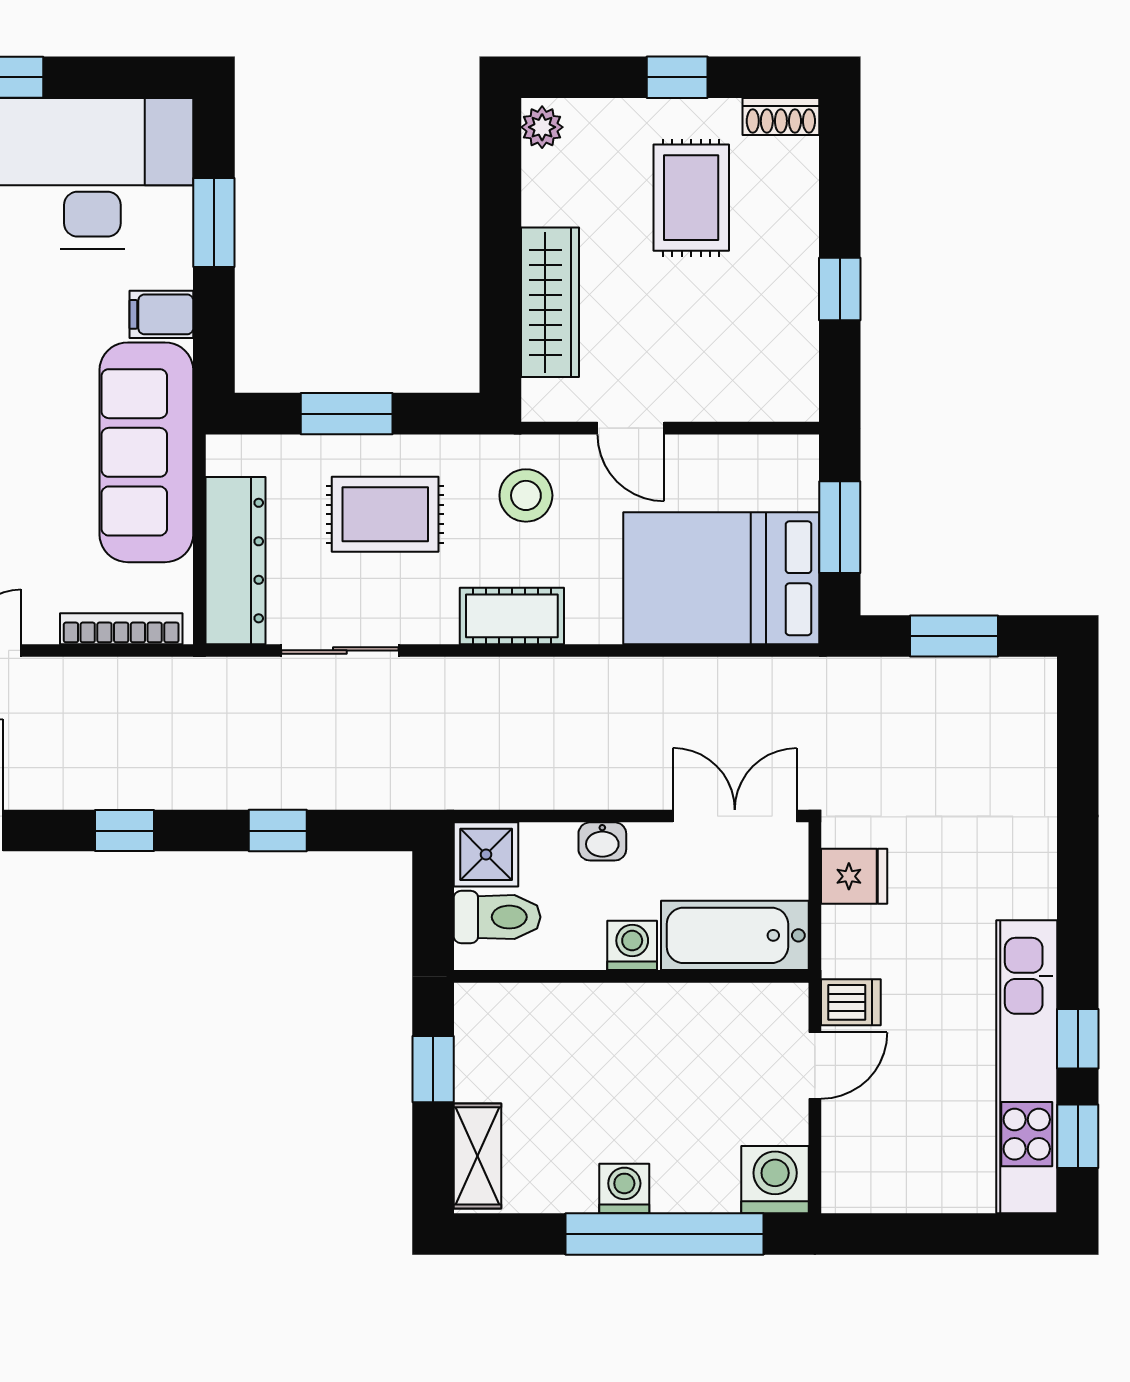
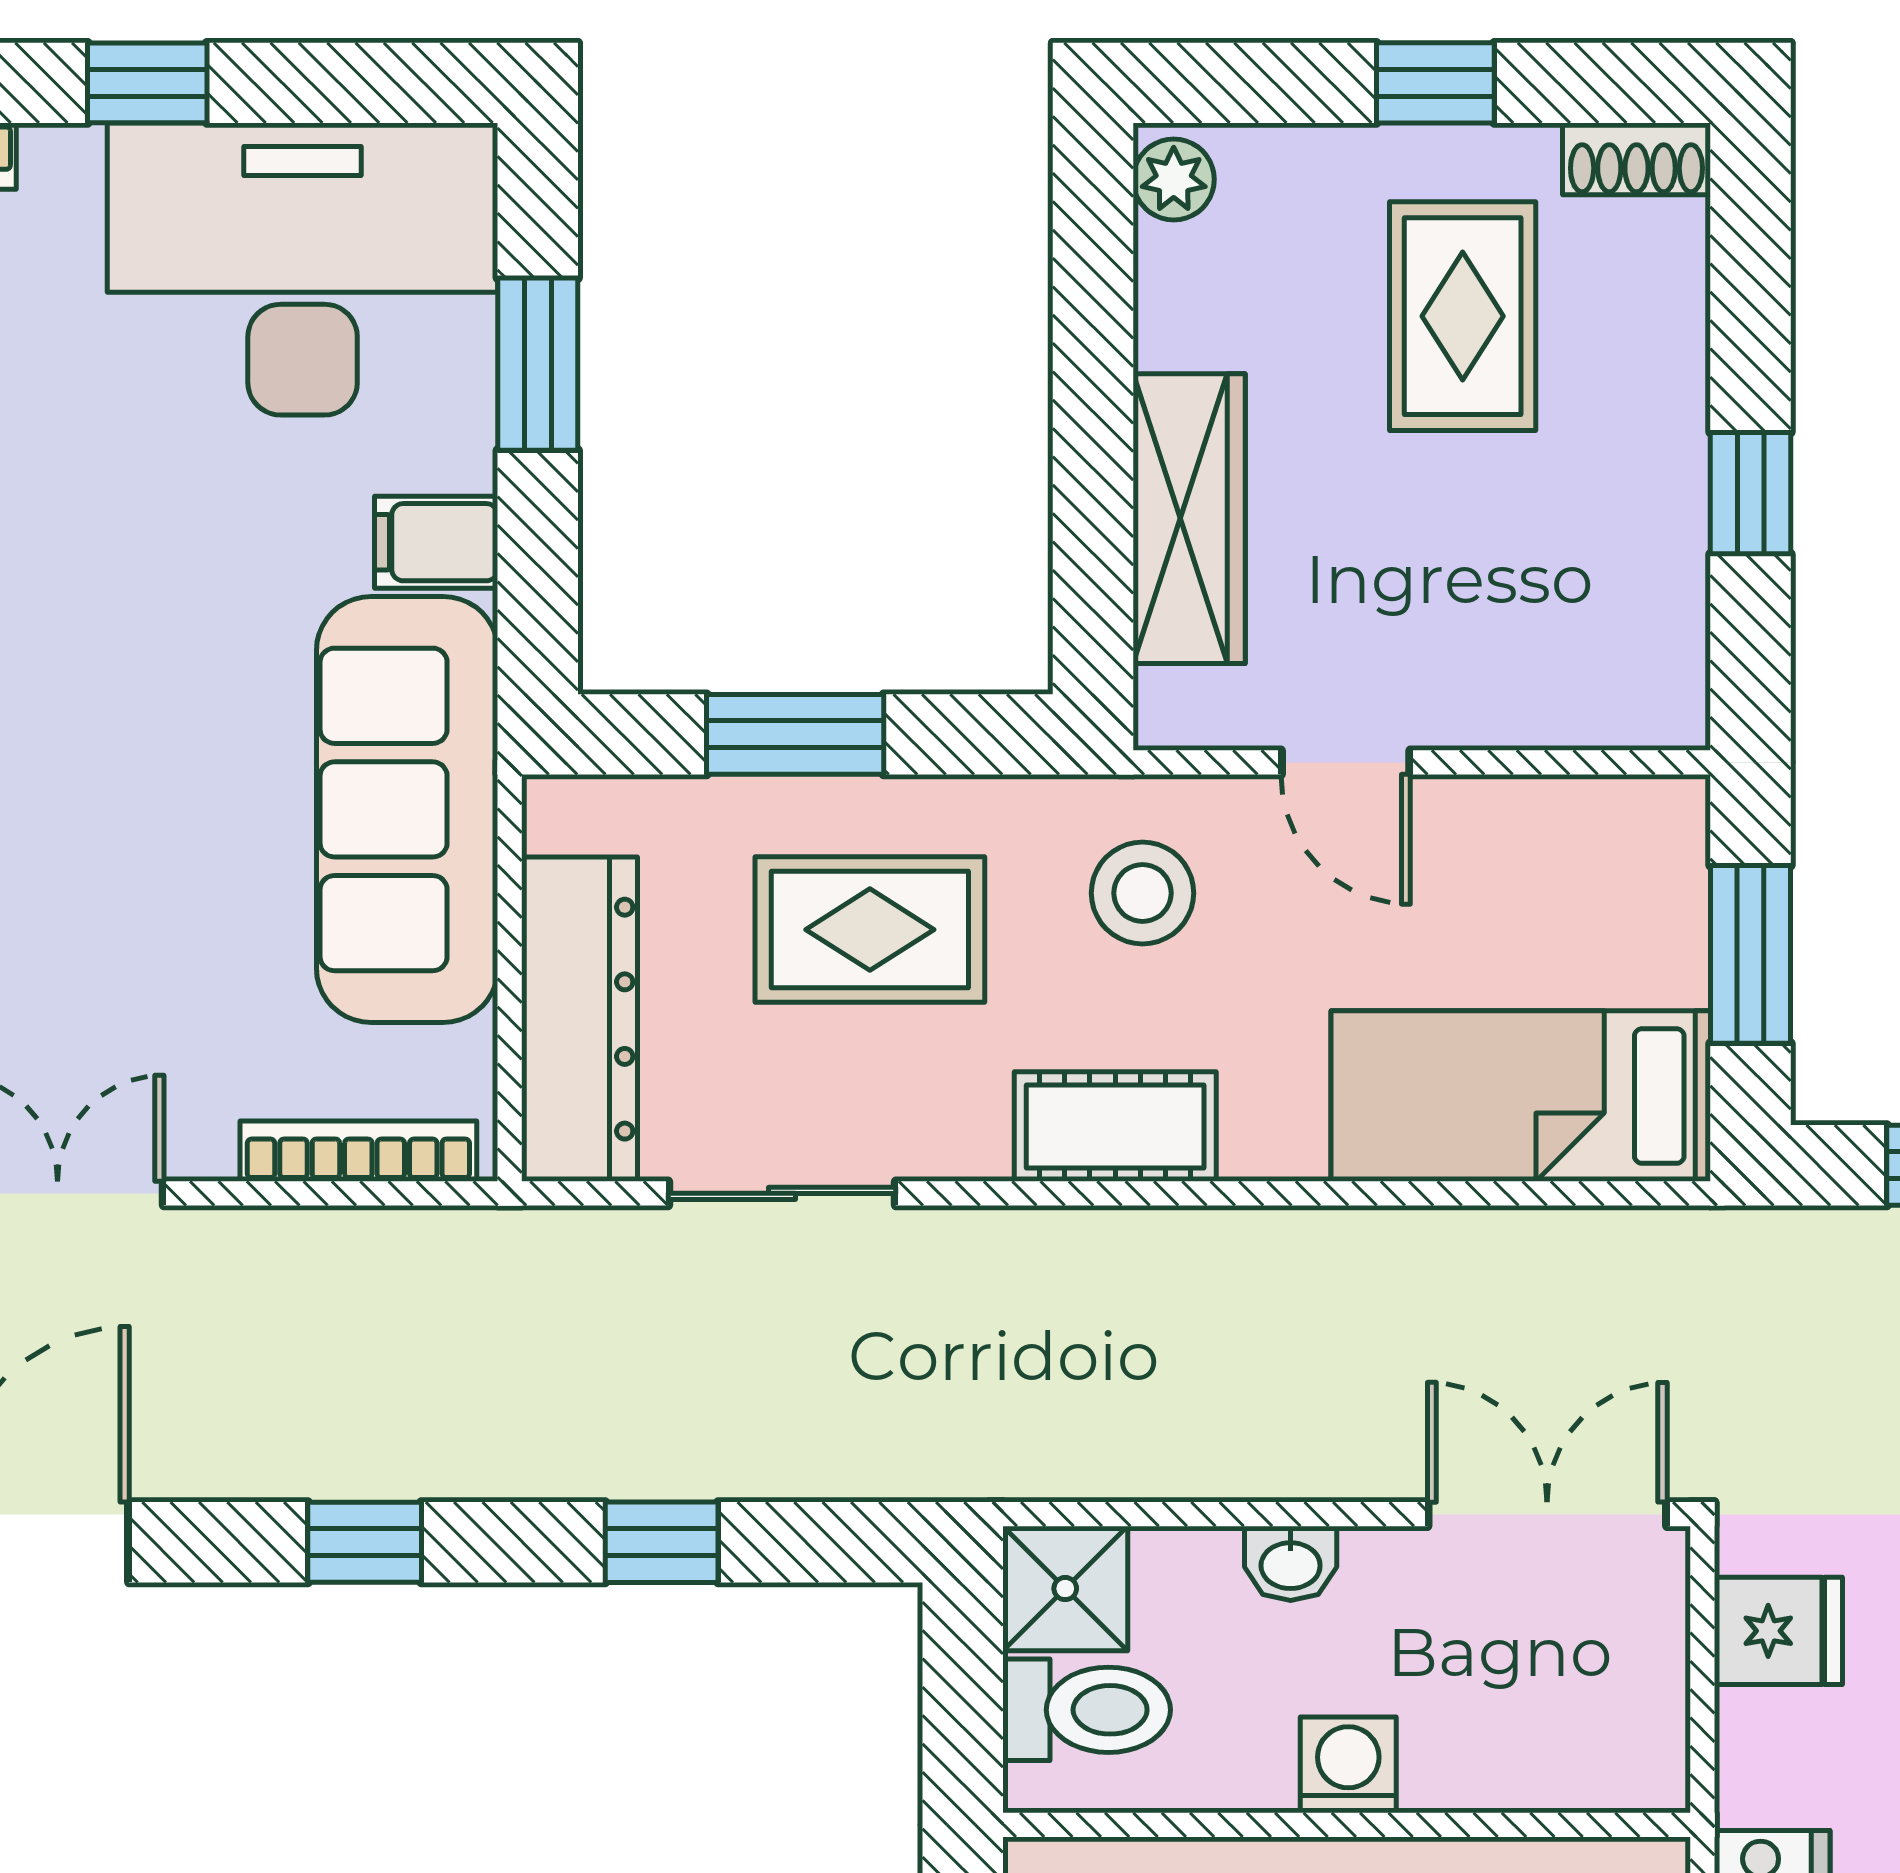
bed: (721, 578) -> (1521, 1096), width x0.67
bathtub: (735, 935) -> (1547, 1745), removed

